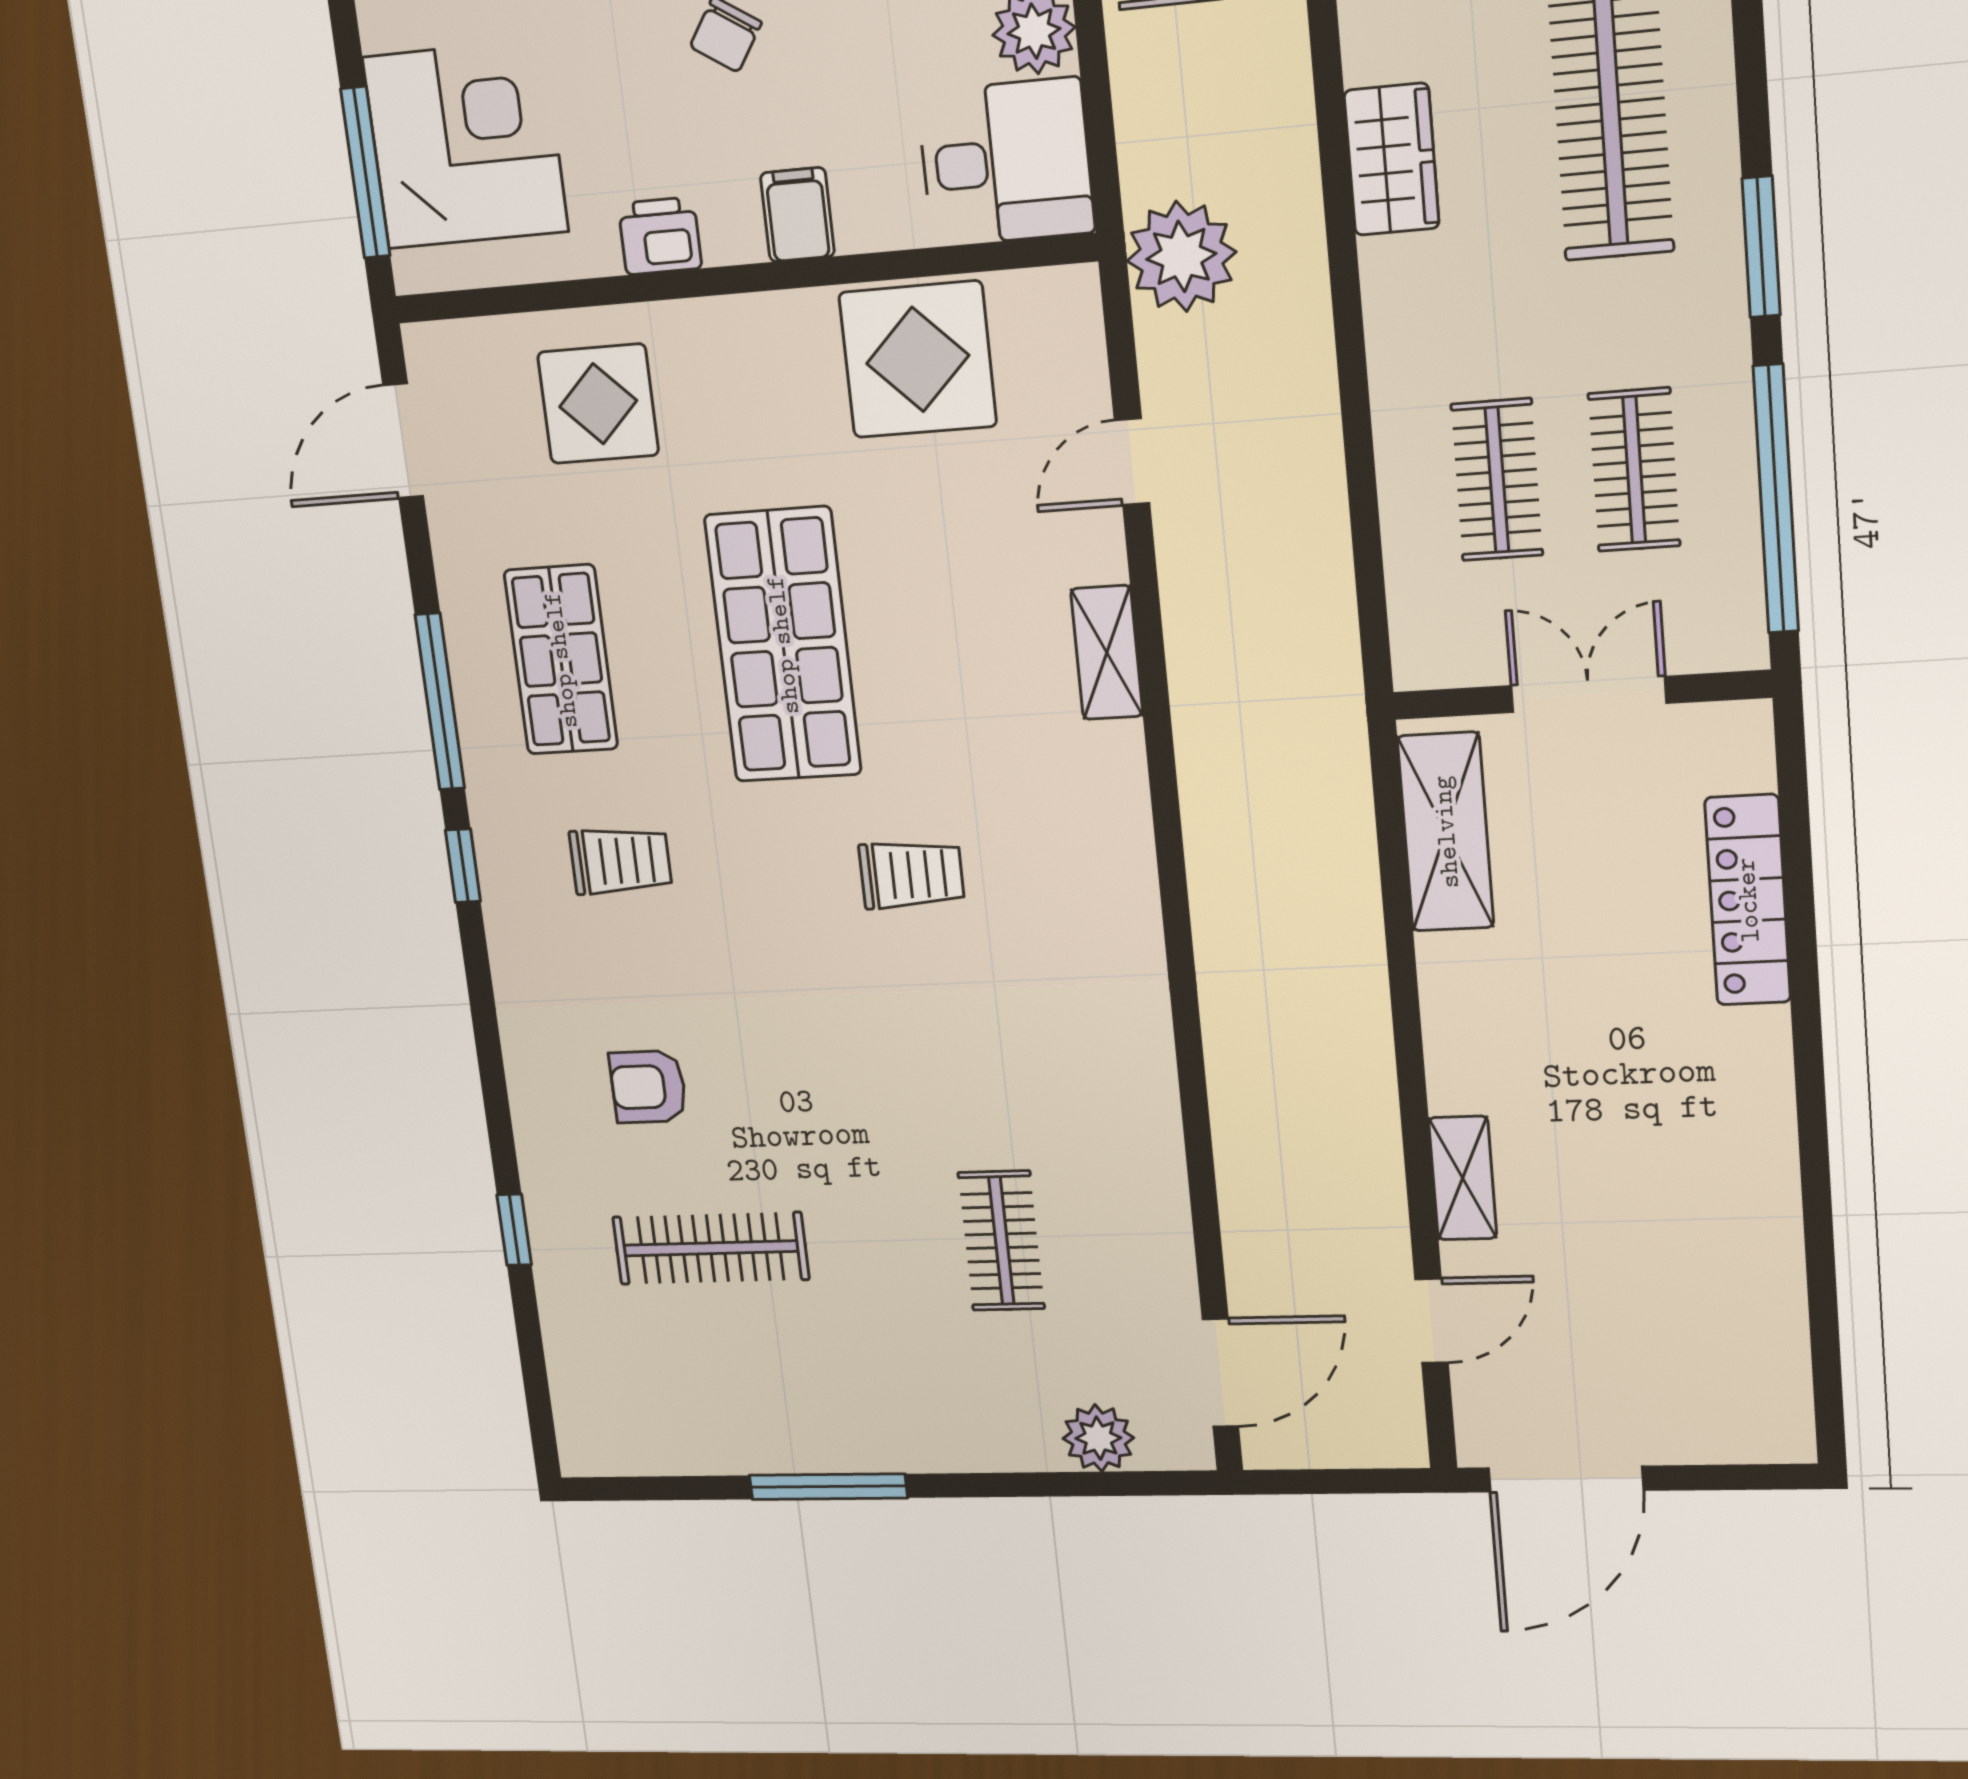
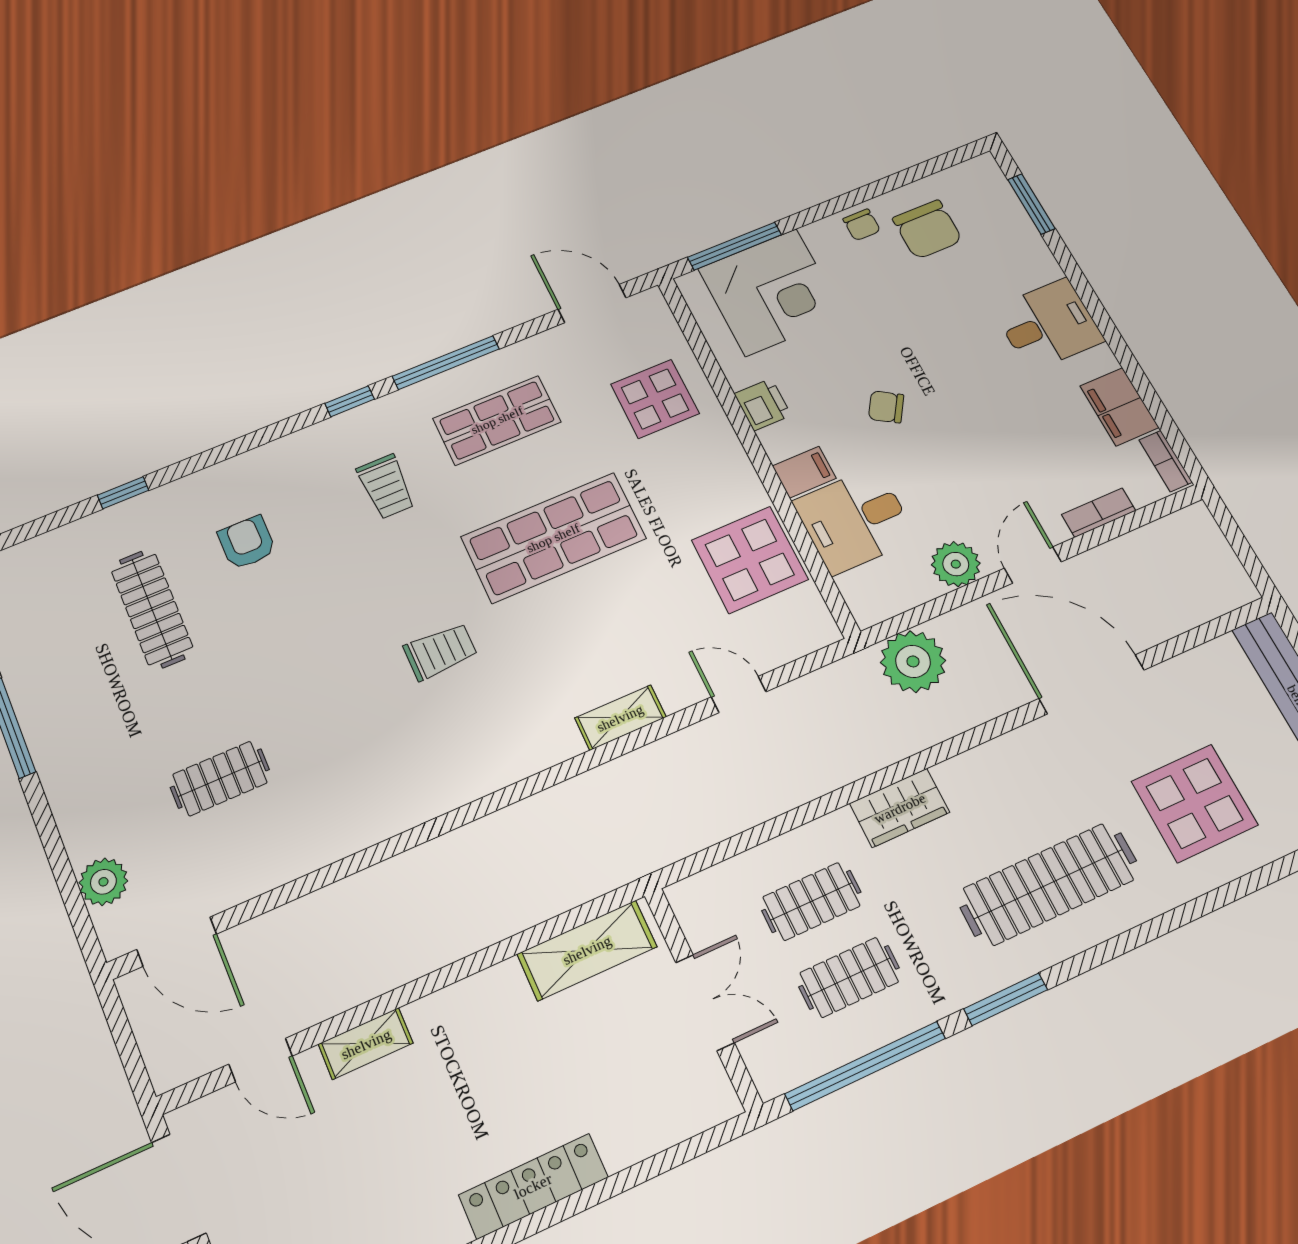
wardrobe: (1392, 159) -> (900, 808), moved
desk: (1006, 162) -> (855, 520), moved, turned 90
plant: (1181, 256) -> (913, 661), moved
trolley: (912, 875) -> (440, 651), turned -90
locker: (1748, 900) -> (533, 1186), moved

